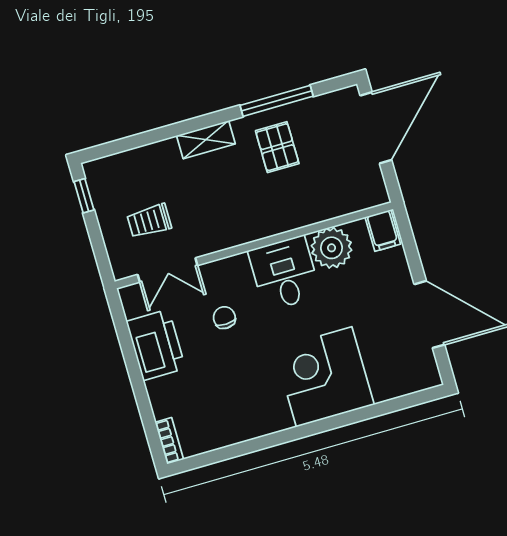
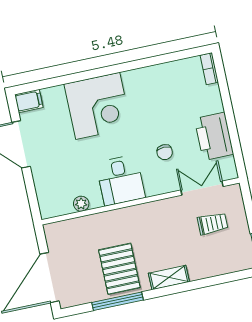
pallet: (277, 147) -> (119, 269), width x1.50, depth x1.42
filing cabinet: (383, 231) -> (29, 101), moved, turned 90
plant: (332, 248) -> (81, 204), width x0.53, depth x0.53

